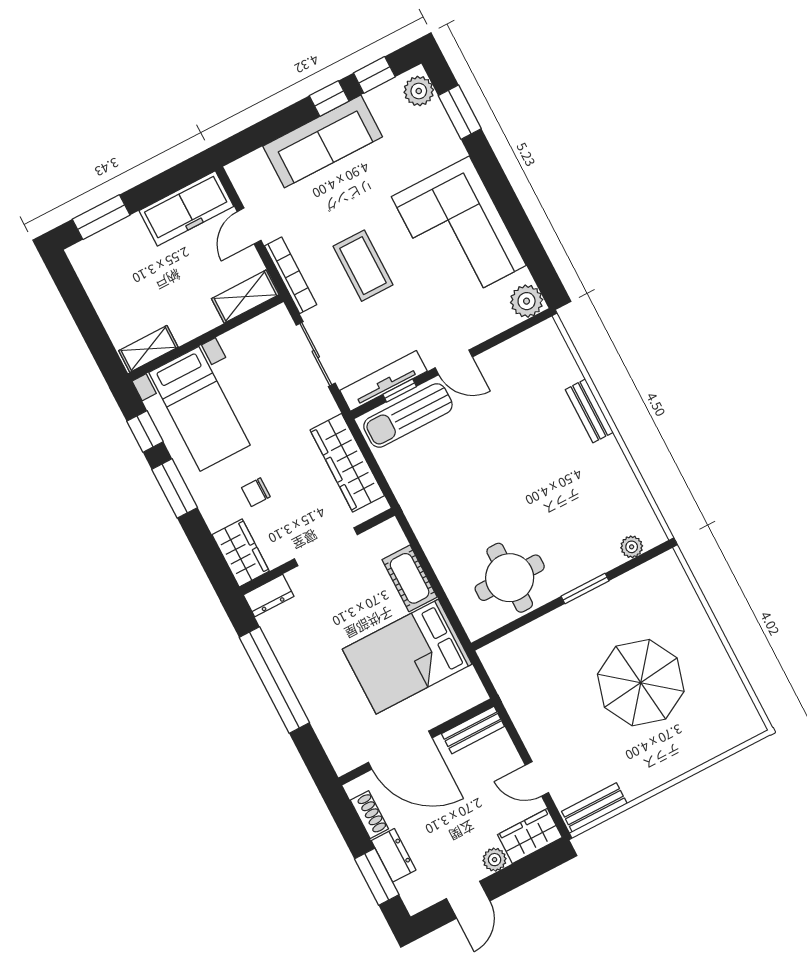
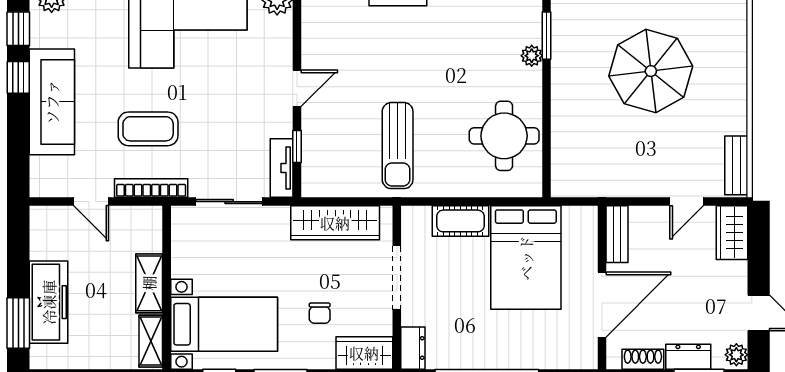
freezer: (186, 208) -> (49, 302), moved
coffee table: (363, 266) -> (148, 129), moved
shelving: (245, 297) -> (149, 283), moved
tv unit: (383, 381) -> (282, 168), width x0.71
sun lounger: (408, 415) -> (398, 146), moved
plant: (632, 547) -> (532, 56), moved
window: (585, 589) -> (547, 36), moved
plant: (495, 860) -> (736, 355), moved

